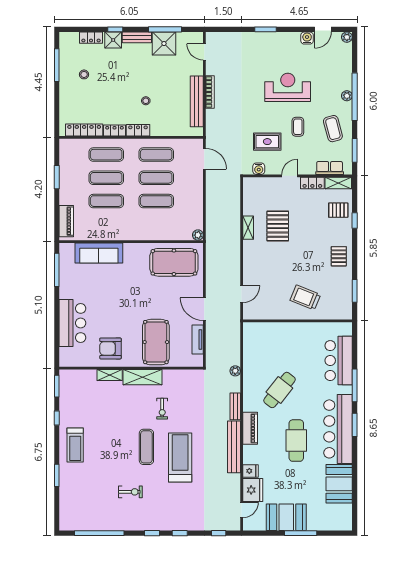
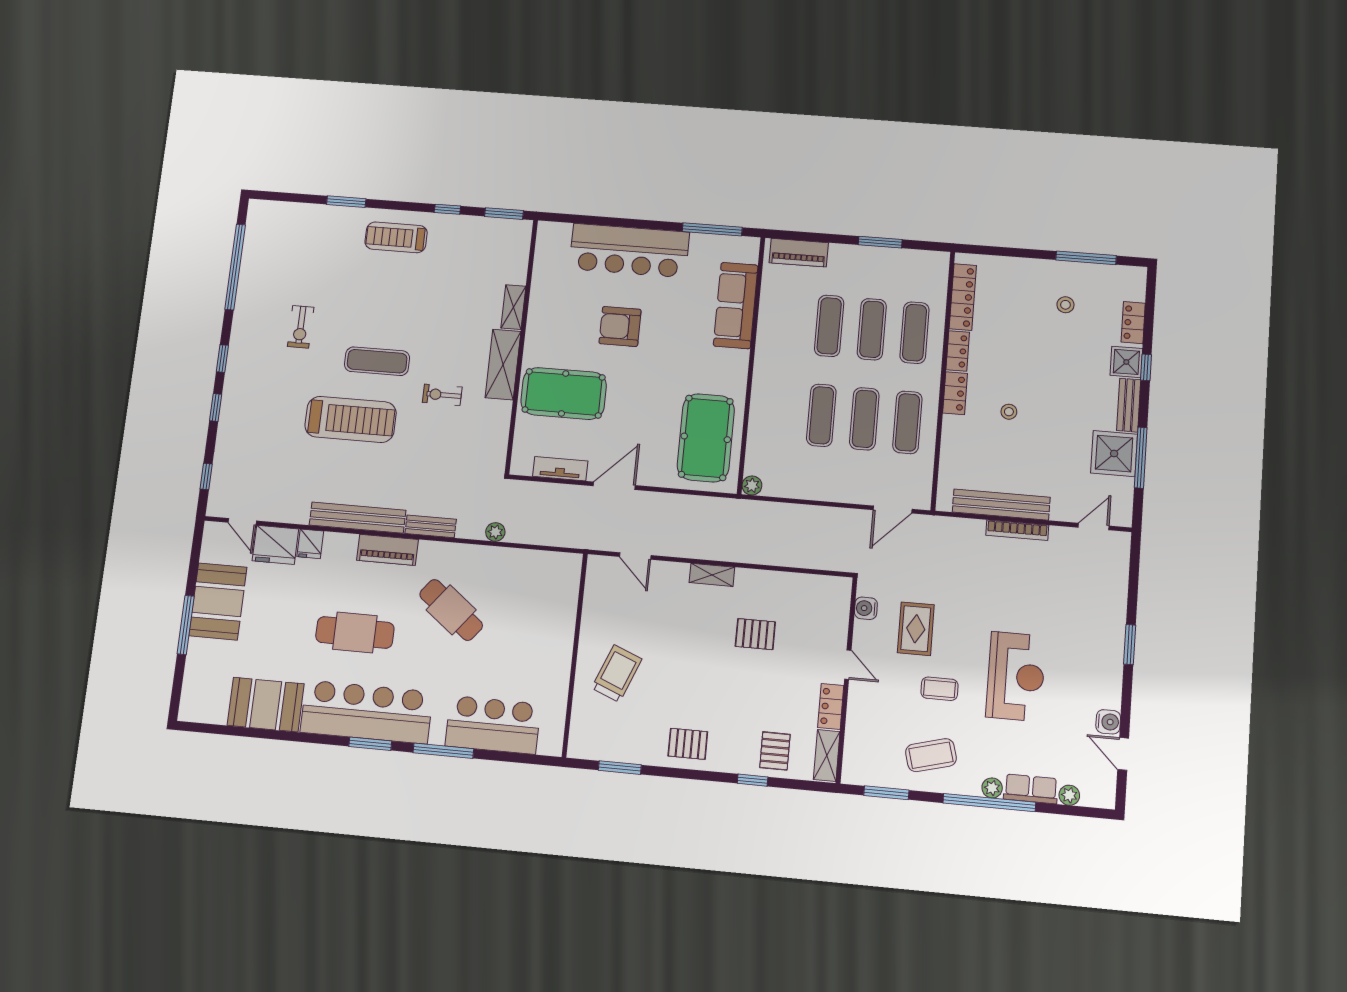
plant: (347, 37) -> (1069, 795), moved
row of seats: (330, 168) -> (1031, 789), moved, turned -90
pallet: (278, 226) -> (755, 634), width x0.67, depth x0.71
shelving: (248, 228) -> (712, 575), moved
bar counter: (72, 323) -> (629, 250), width x1.36
armchair: (110, 348) -> (620, 327), moved, turned -90

